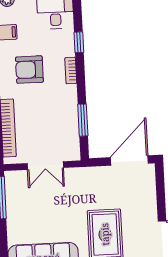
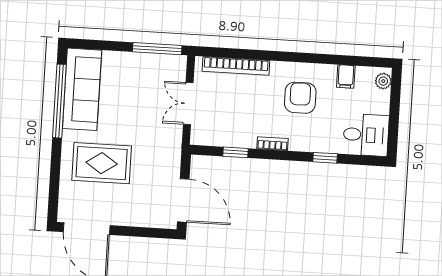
bookcase: (71, 71) -> (273, 144), moved
window: (83, 120) -> (235, 152), width x0.67

